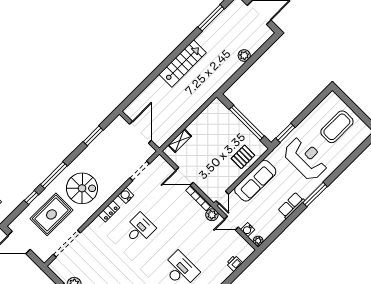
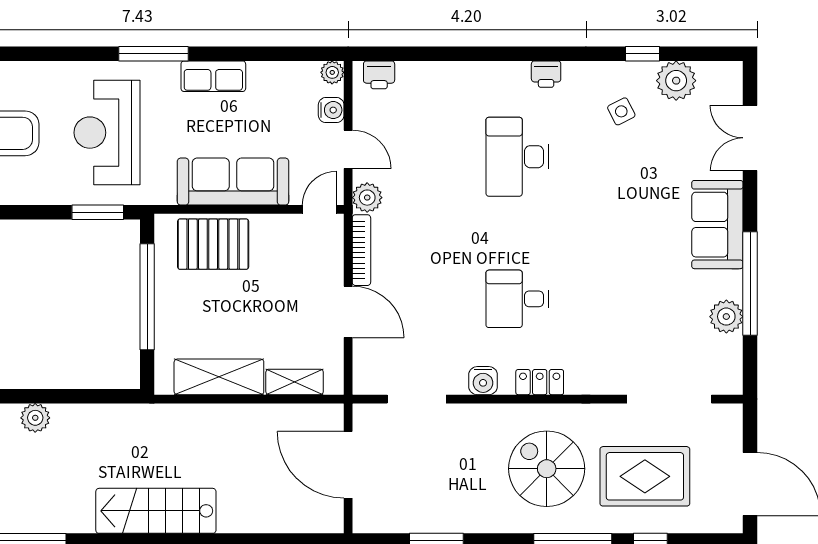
shelving: (203, 120) -> (219, 377), added
door: (140, 132) -> (348, 465), hinge flipped
pallet: (243, 157) -> (213, 244), width x1.50, depth x1.42
printer: (234, 263) -> (379, 75), moved

